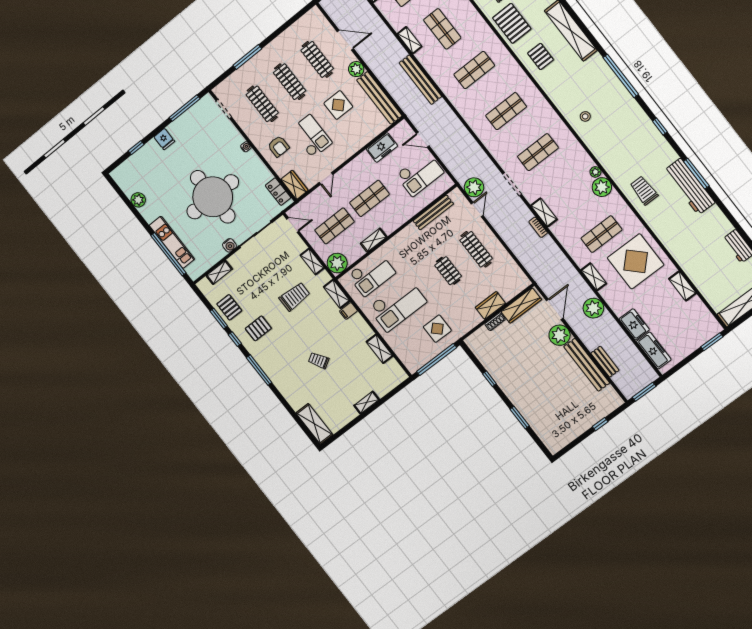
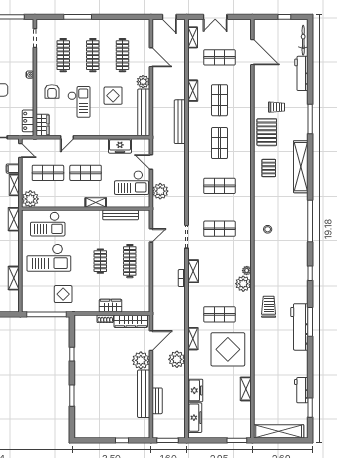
shop shelf: (474, 70) -> (219, 143), turned 90
plant: (474, 187) -> (160, 191), moved
shelving: (374, 240) -> (96, 202), moved
filing cabinet: (348, 311) -> (13, 169), moved

